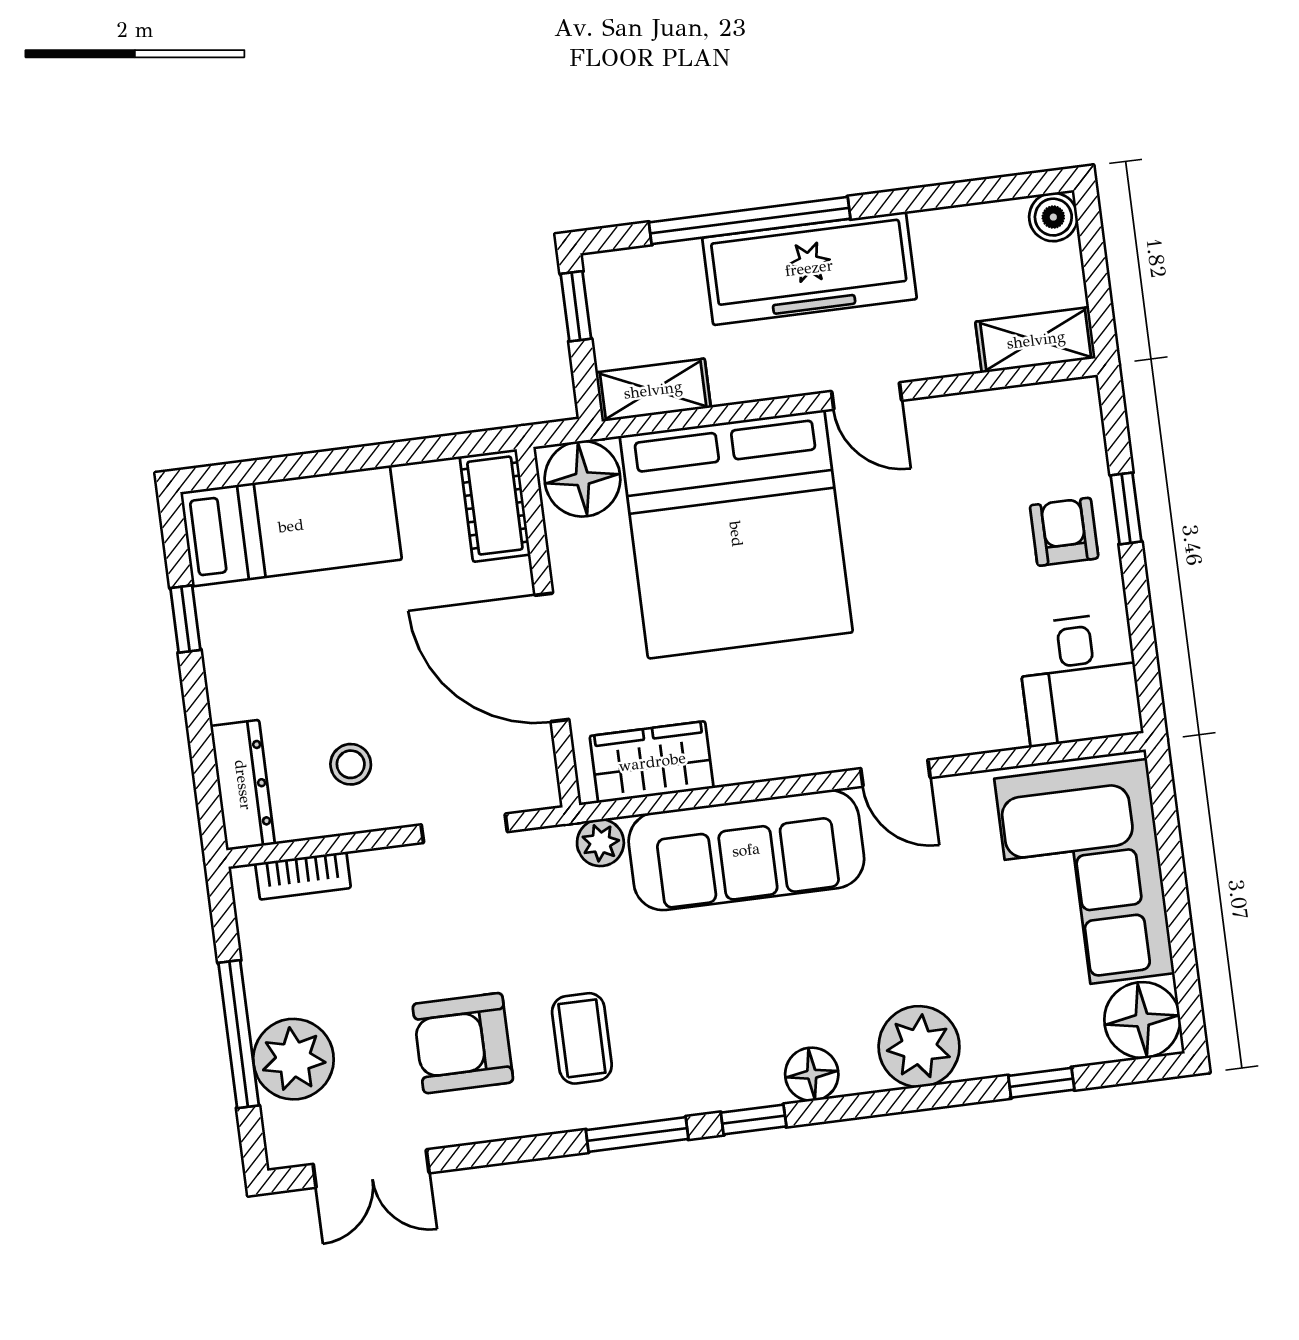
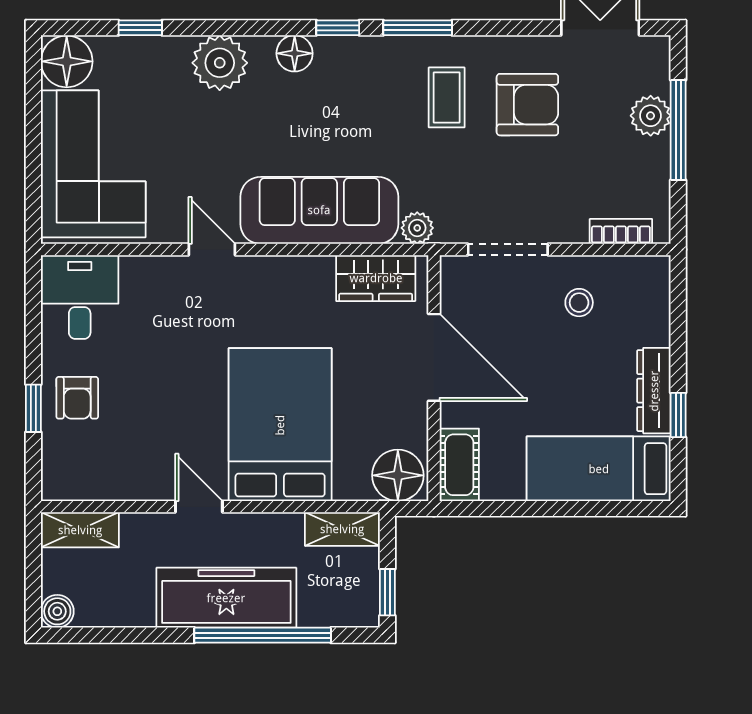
bed: (736, 534) -> (280, 425), width x0.73
dresser: (243, 785) -> (654, 391), moved
doorway: (464, 828) -> (508, 249), width x1.38
plant: (293, 1059) -> (651, 116), width x0.73, depth x0.73

